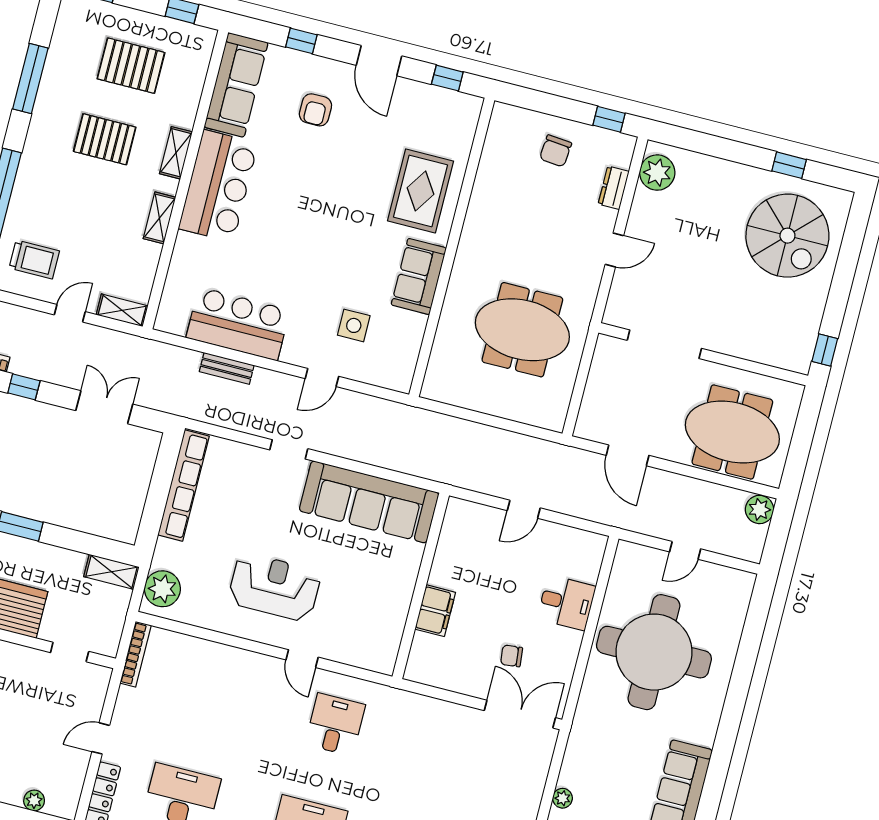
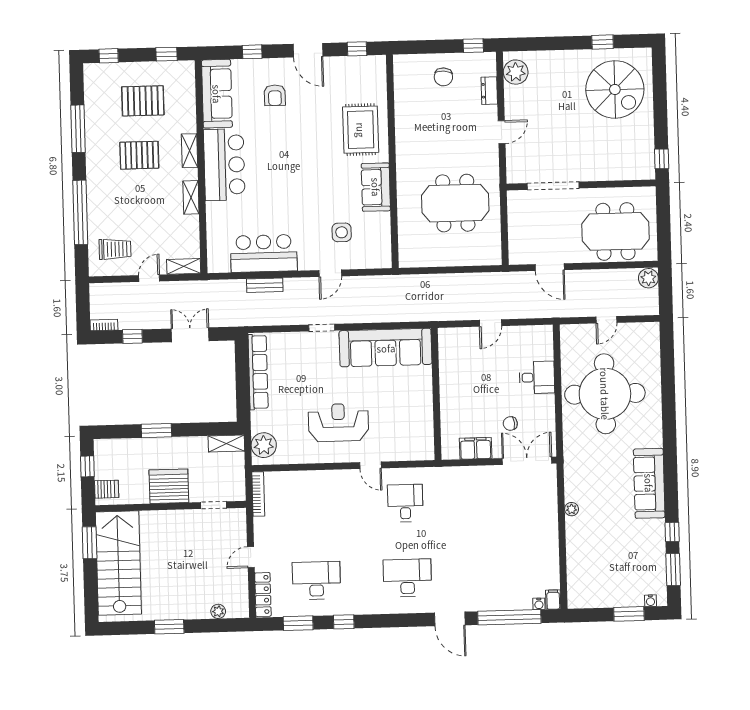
filing cabinet: (435, 611) -> (476, 448), moved, turned -90

